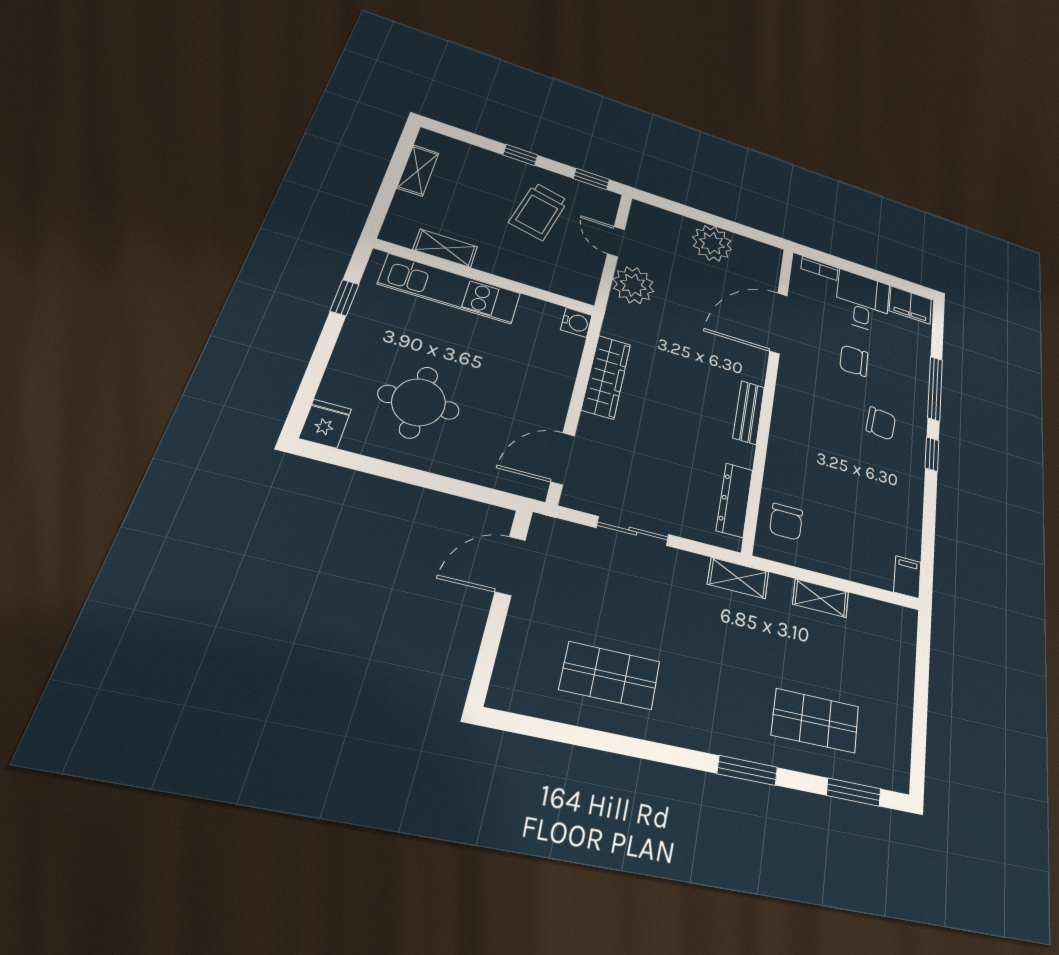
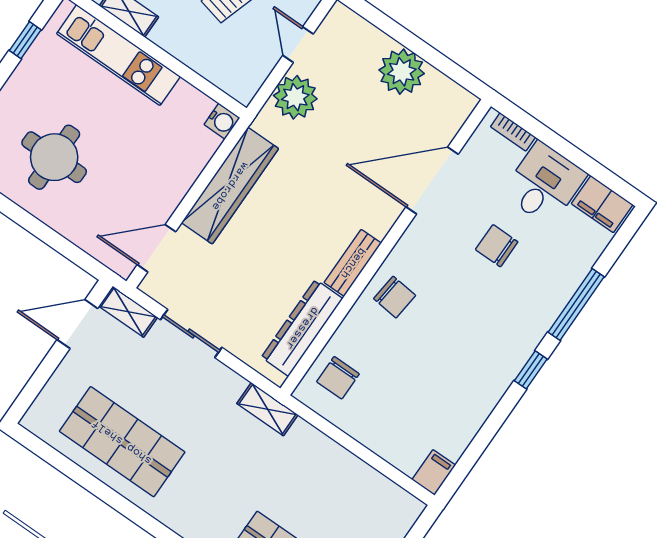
wardrobe: (606, 377) -> (230, 186), width x1.40, depth x1.17
chair: (881, 423) -> (395, 297), moved
dresser: (735, 500) -> (302, 328), width x1.37, depth x1.24
shelving: (821, 598) -> (128, 312), moved
shop shelf: (610, 675) -> (122, 442), width x1.43, depth x1.36

